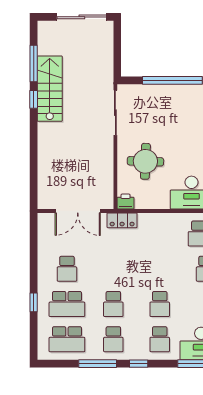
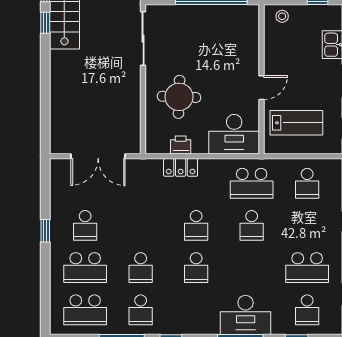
printer: (126, 202) -> (181, 145), moved
locker: (122, 220) -> (181, 167), moved
window: (34, 302) -> (45, 231), moved
school desk: (160, 339) -> (196, 225), moved

